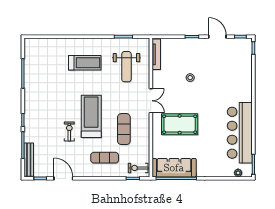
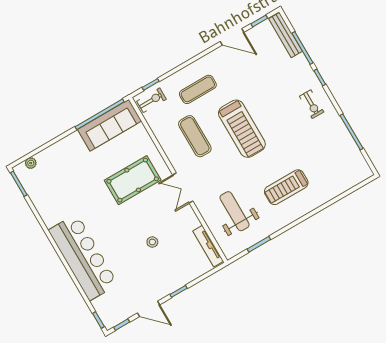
exercise bike: (69, 131) -> (312, 104), moved
bar counter: (240, 133) -> (83, 257), moved

